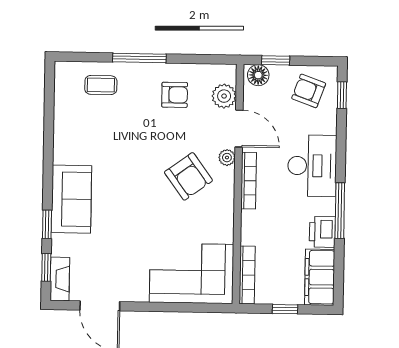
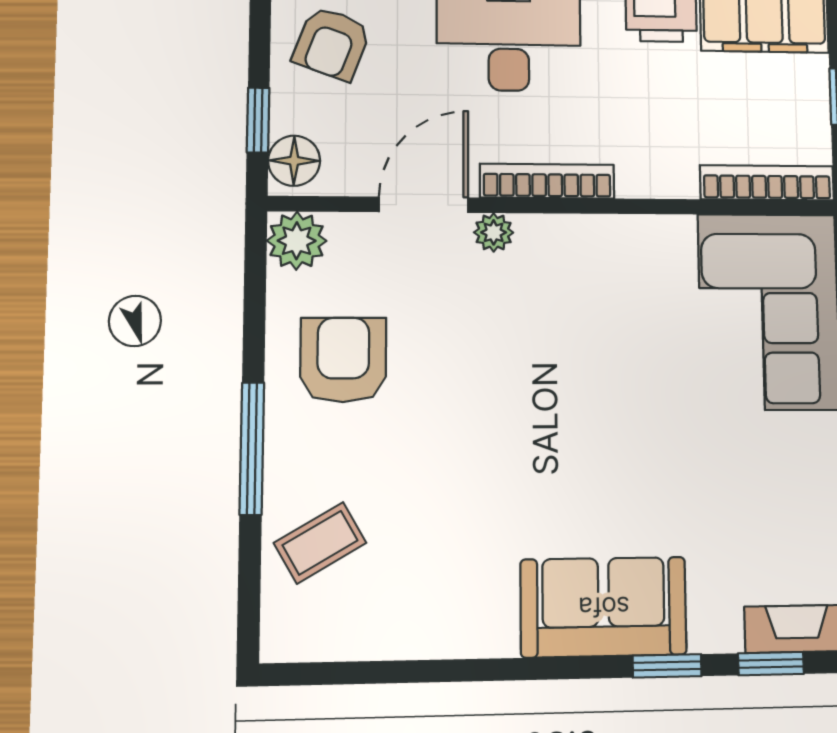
coffee table: (101, 85) -> (320, 543), turned 60
armchair: (175, 95) -> (343, 360), width x1.38, depth x1.38
plant: (224, 96) -> (297, 241), moved
armchair: (188, 176) -> (541, 323), removed

